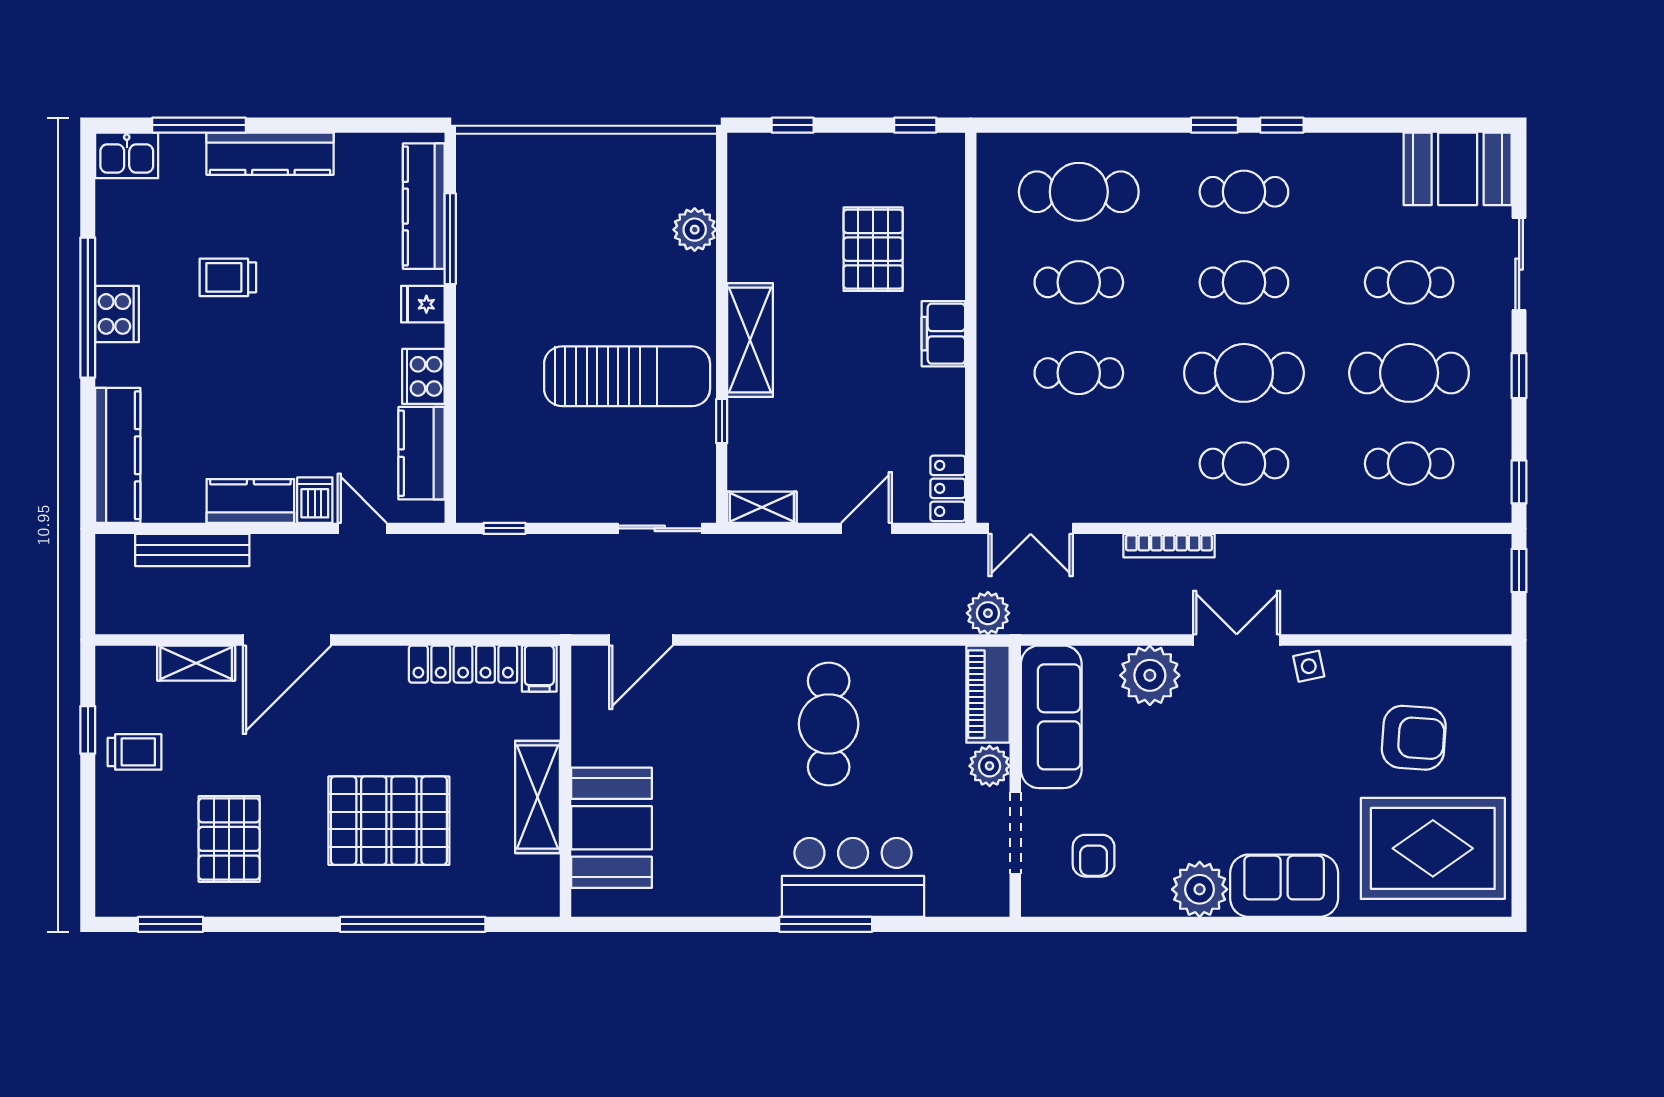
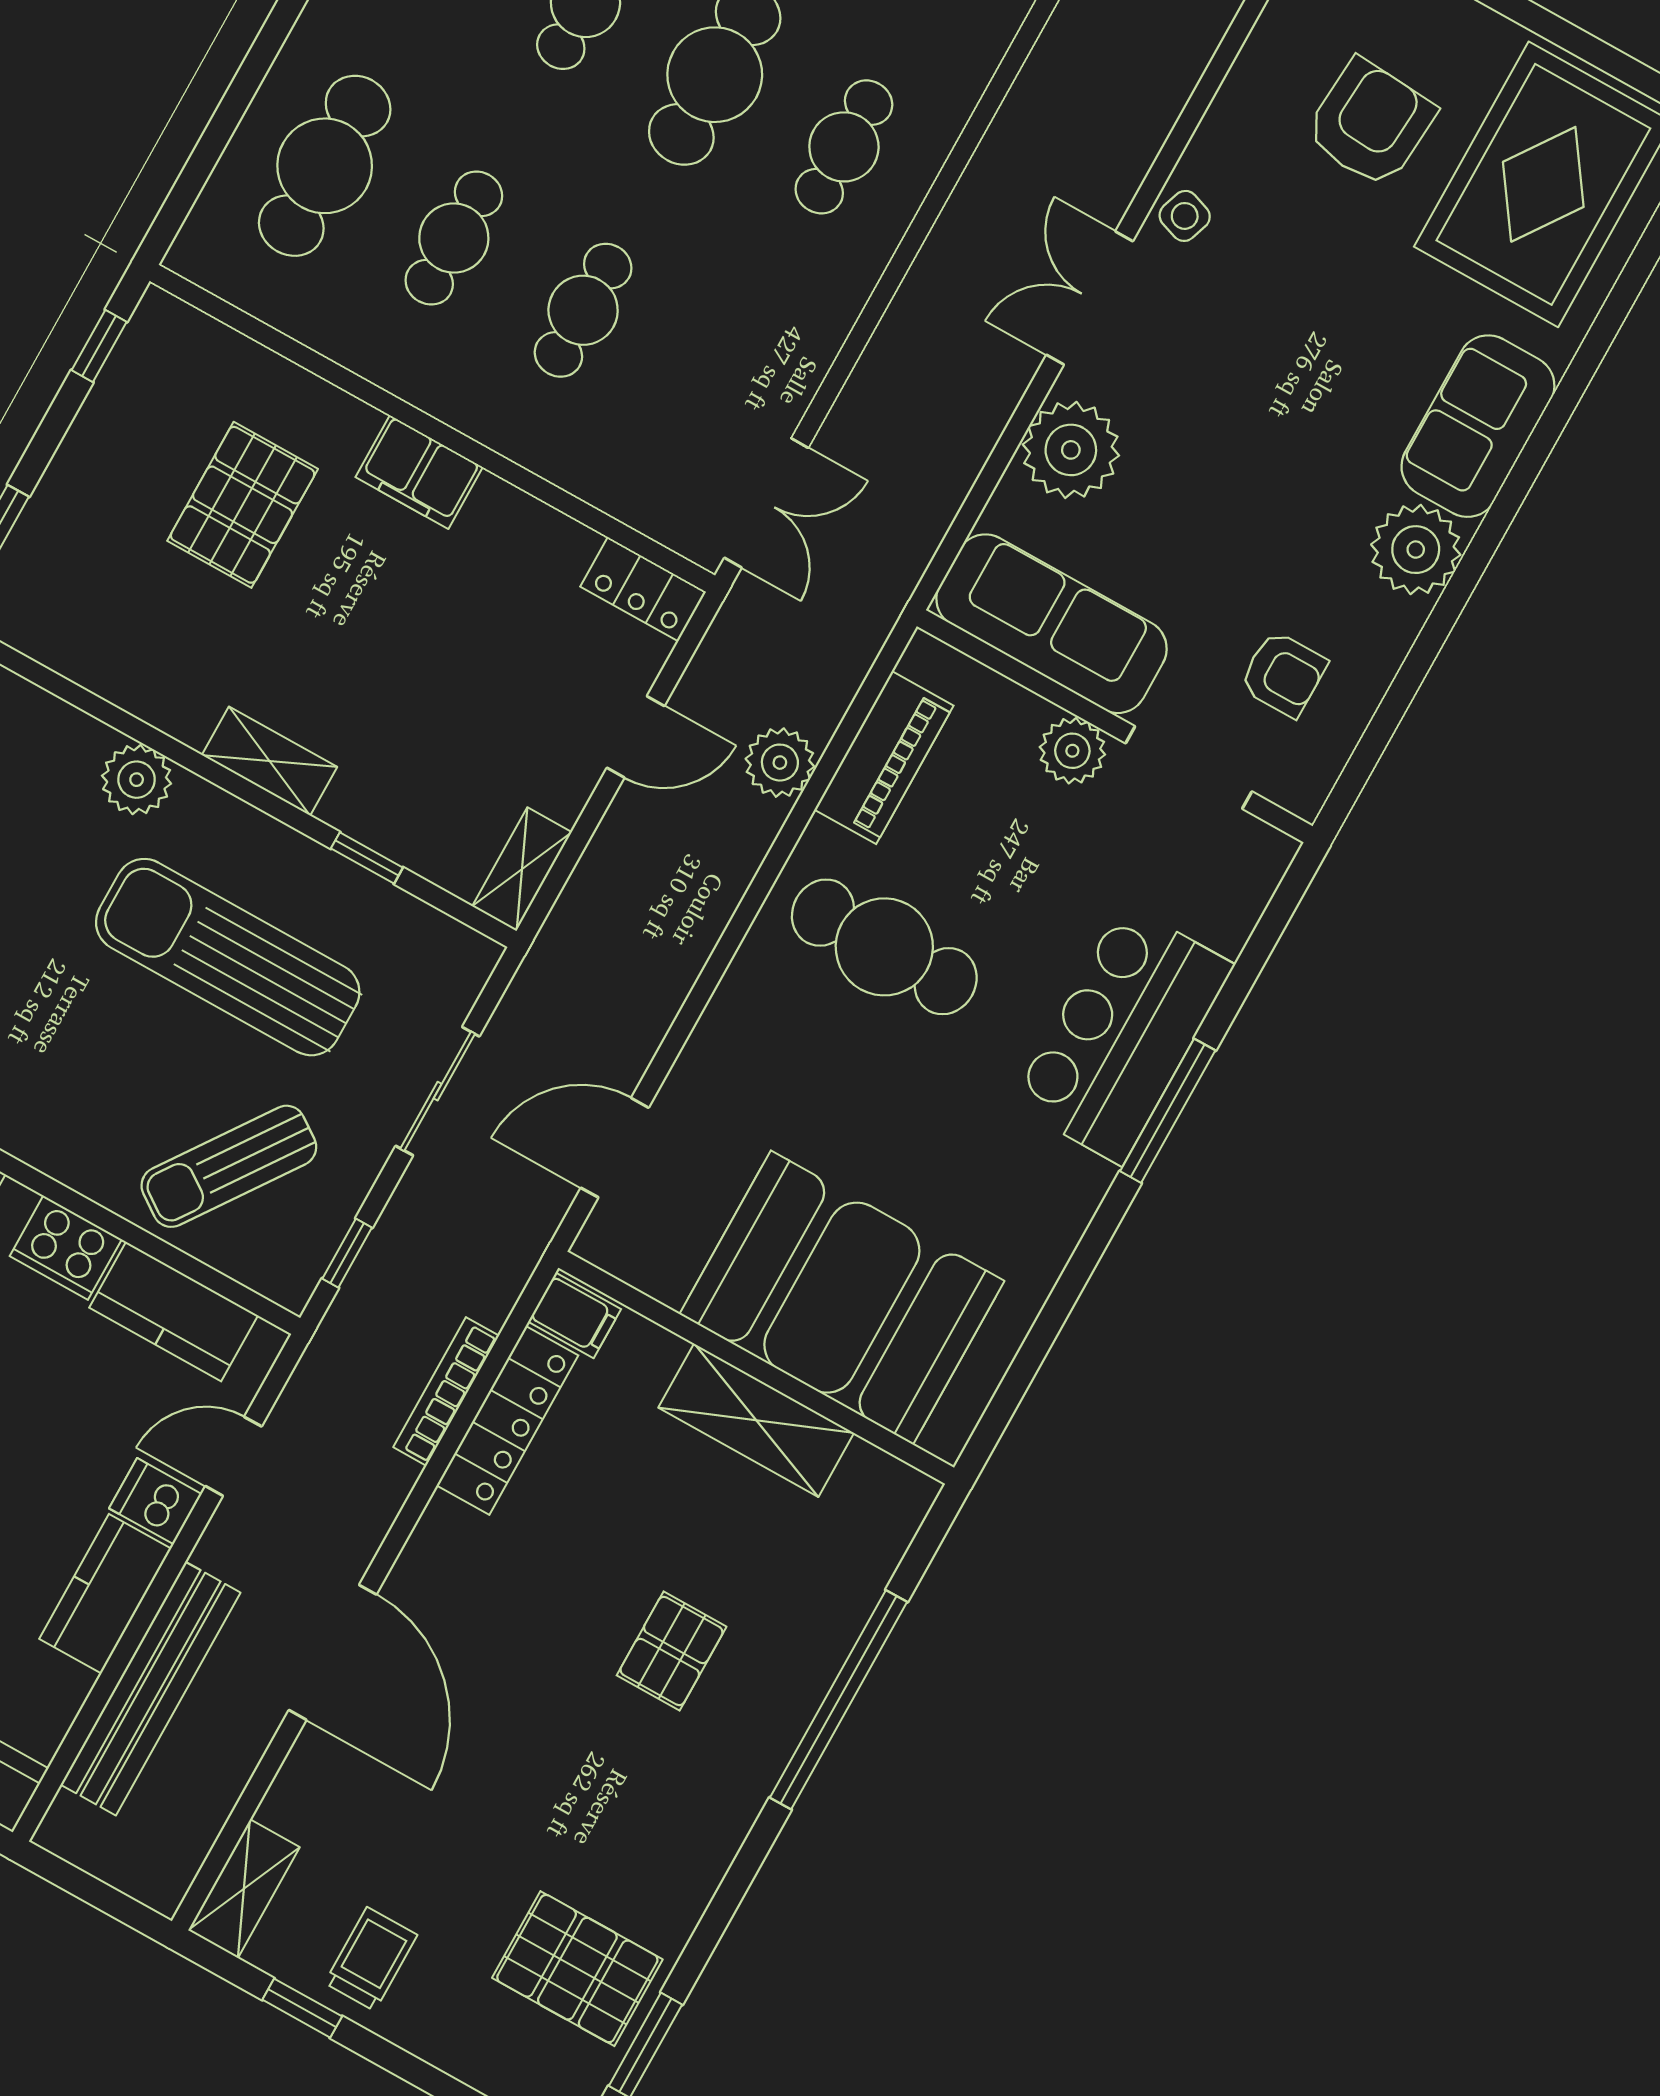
plant: (695, 230) -> (137, 780), moved
pallet: (873, 249) -> (243, 505), turned 90
shelving: (750, 340) -> (269, 761), width x0.67, depth x0.75
sun lounger: (627, 376) -> (228, 957), turned -90
sun lounger: (516, 439) -> (229, 1166), added
sliding door: (660, 528) -> (438, 1091), moved
door: (867, 528) -> (636, 737), swing flipped
bookcase: (1169, 546) -> (446, 1391), moved, turned 180
bench: (192, 550) -> (151, 1689), width x1.37, depth x1.21
plant: (988, 613) -> (780, 763), moved
door: (641, 640) -> (615, 1148), swing flipped
shelving: (196, 663) -> (244, 1889), moved
side table: (1309, 666) -> (1185, 216), turned 31
piano: (988, 694) -> (884, 758), moved, turned -90
pallet: (389, 821) -> (672, 1651), width x0.49, depth x0.50
booth: (611, 828) -> (842, 1298), width x1.36, depth x1.42
pallet: (229, 839) -> (577, 1969), moved

